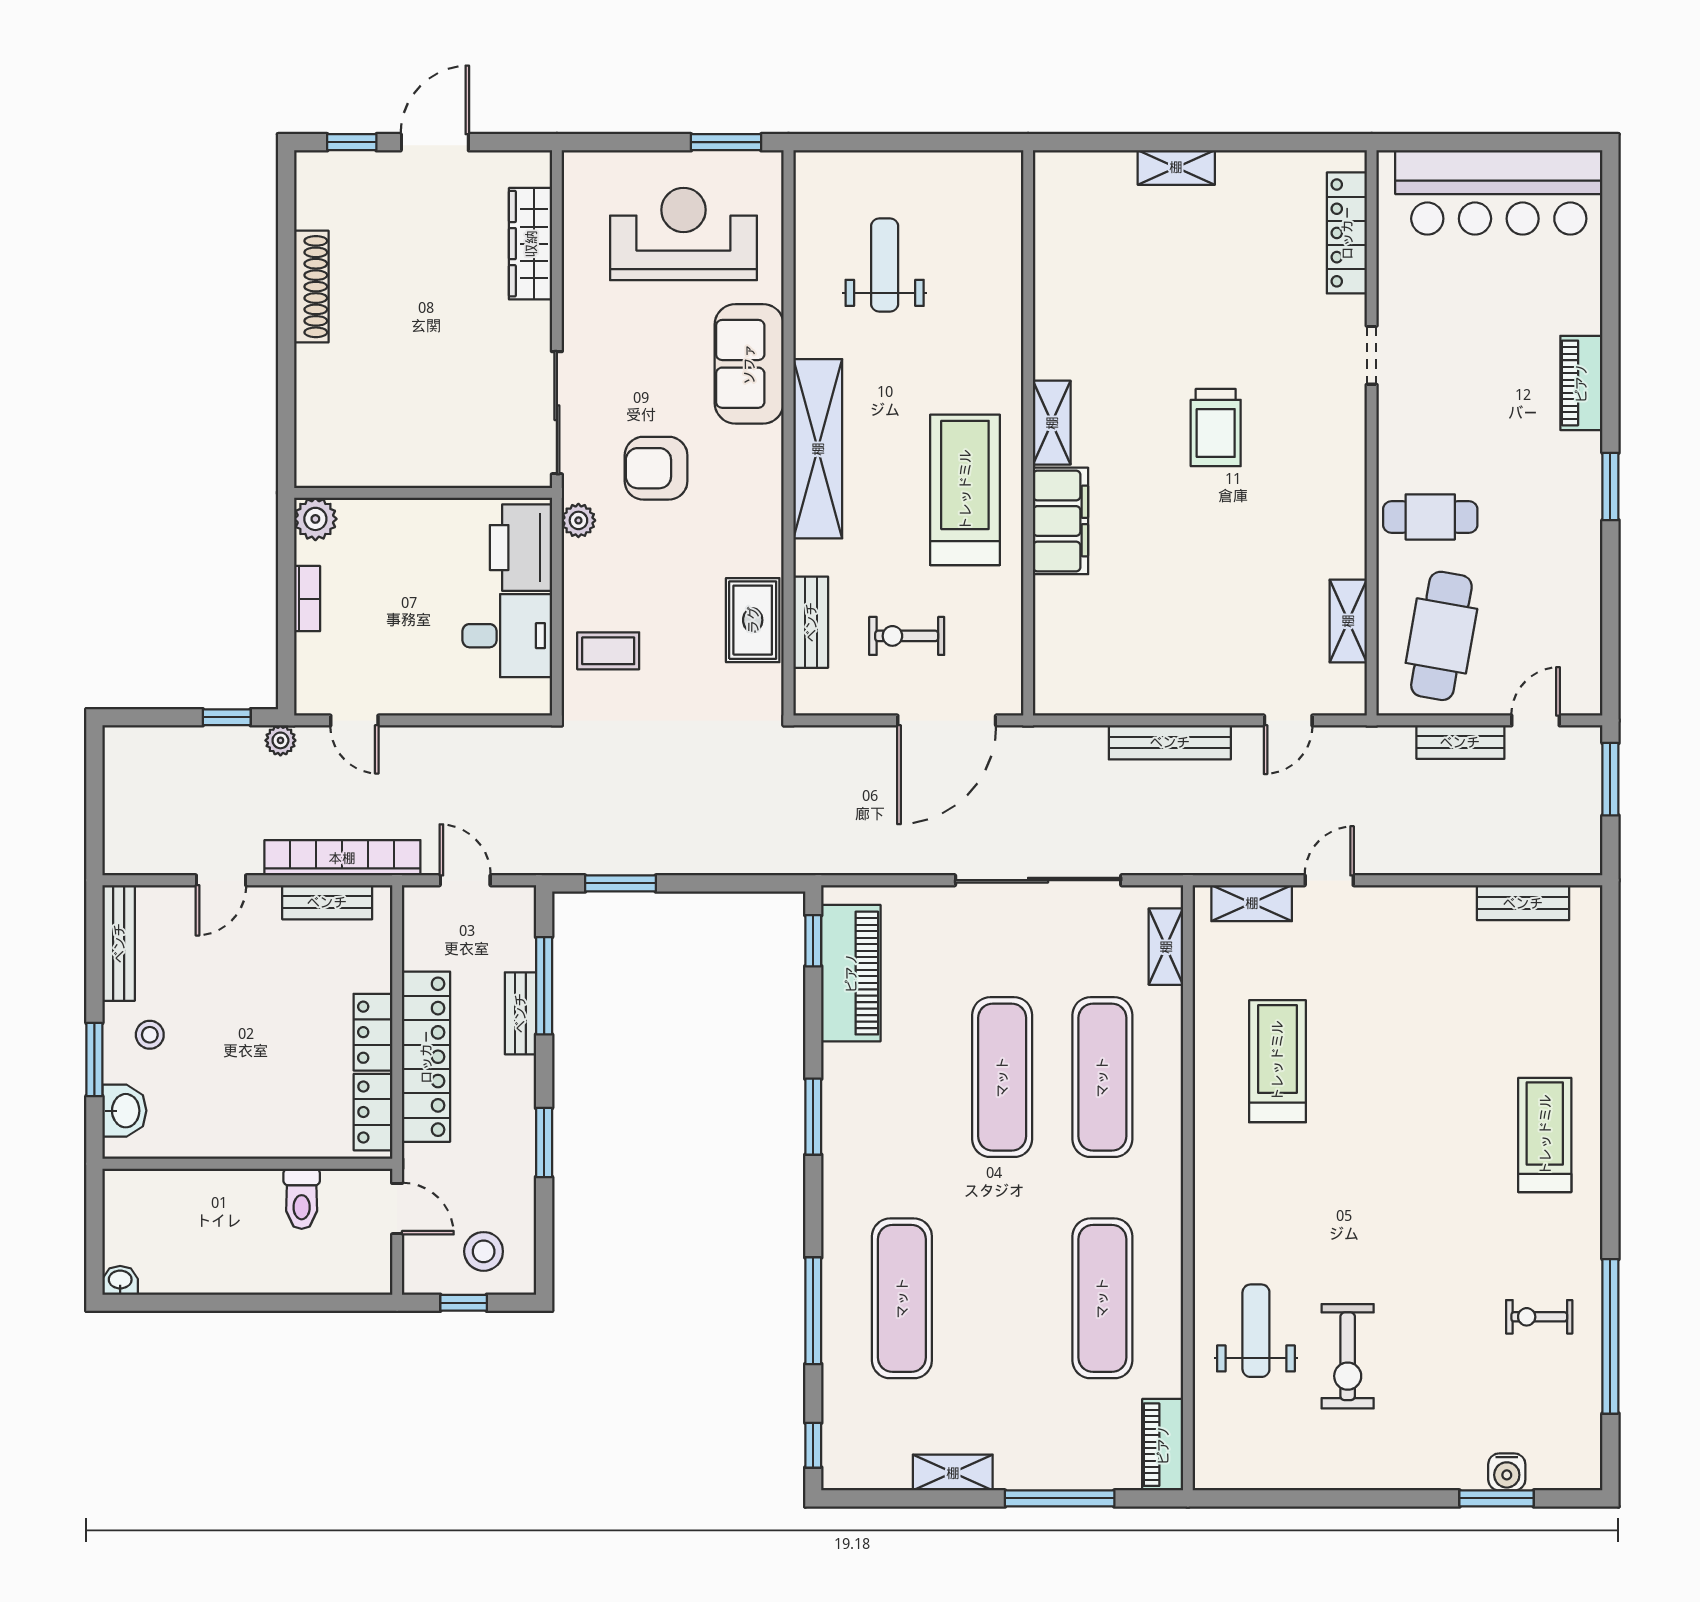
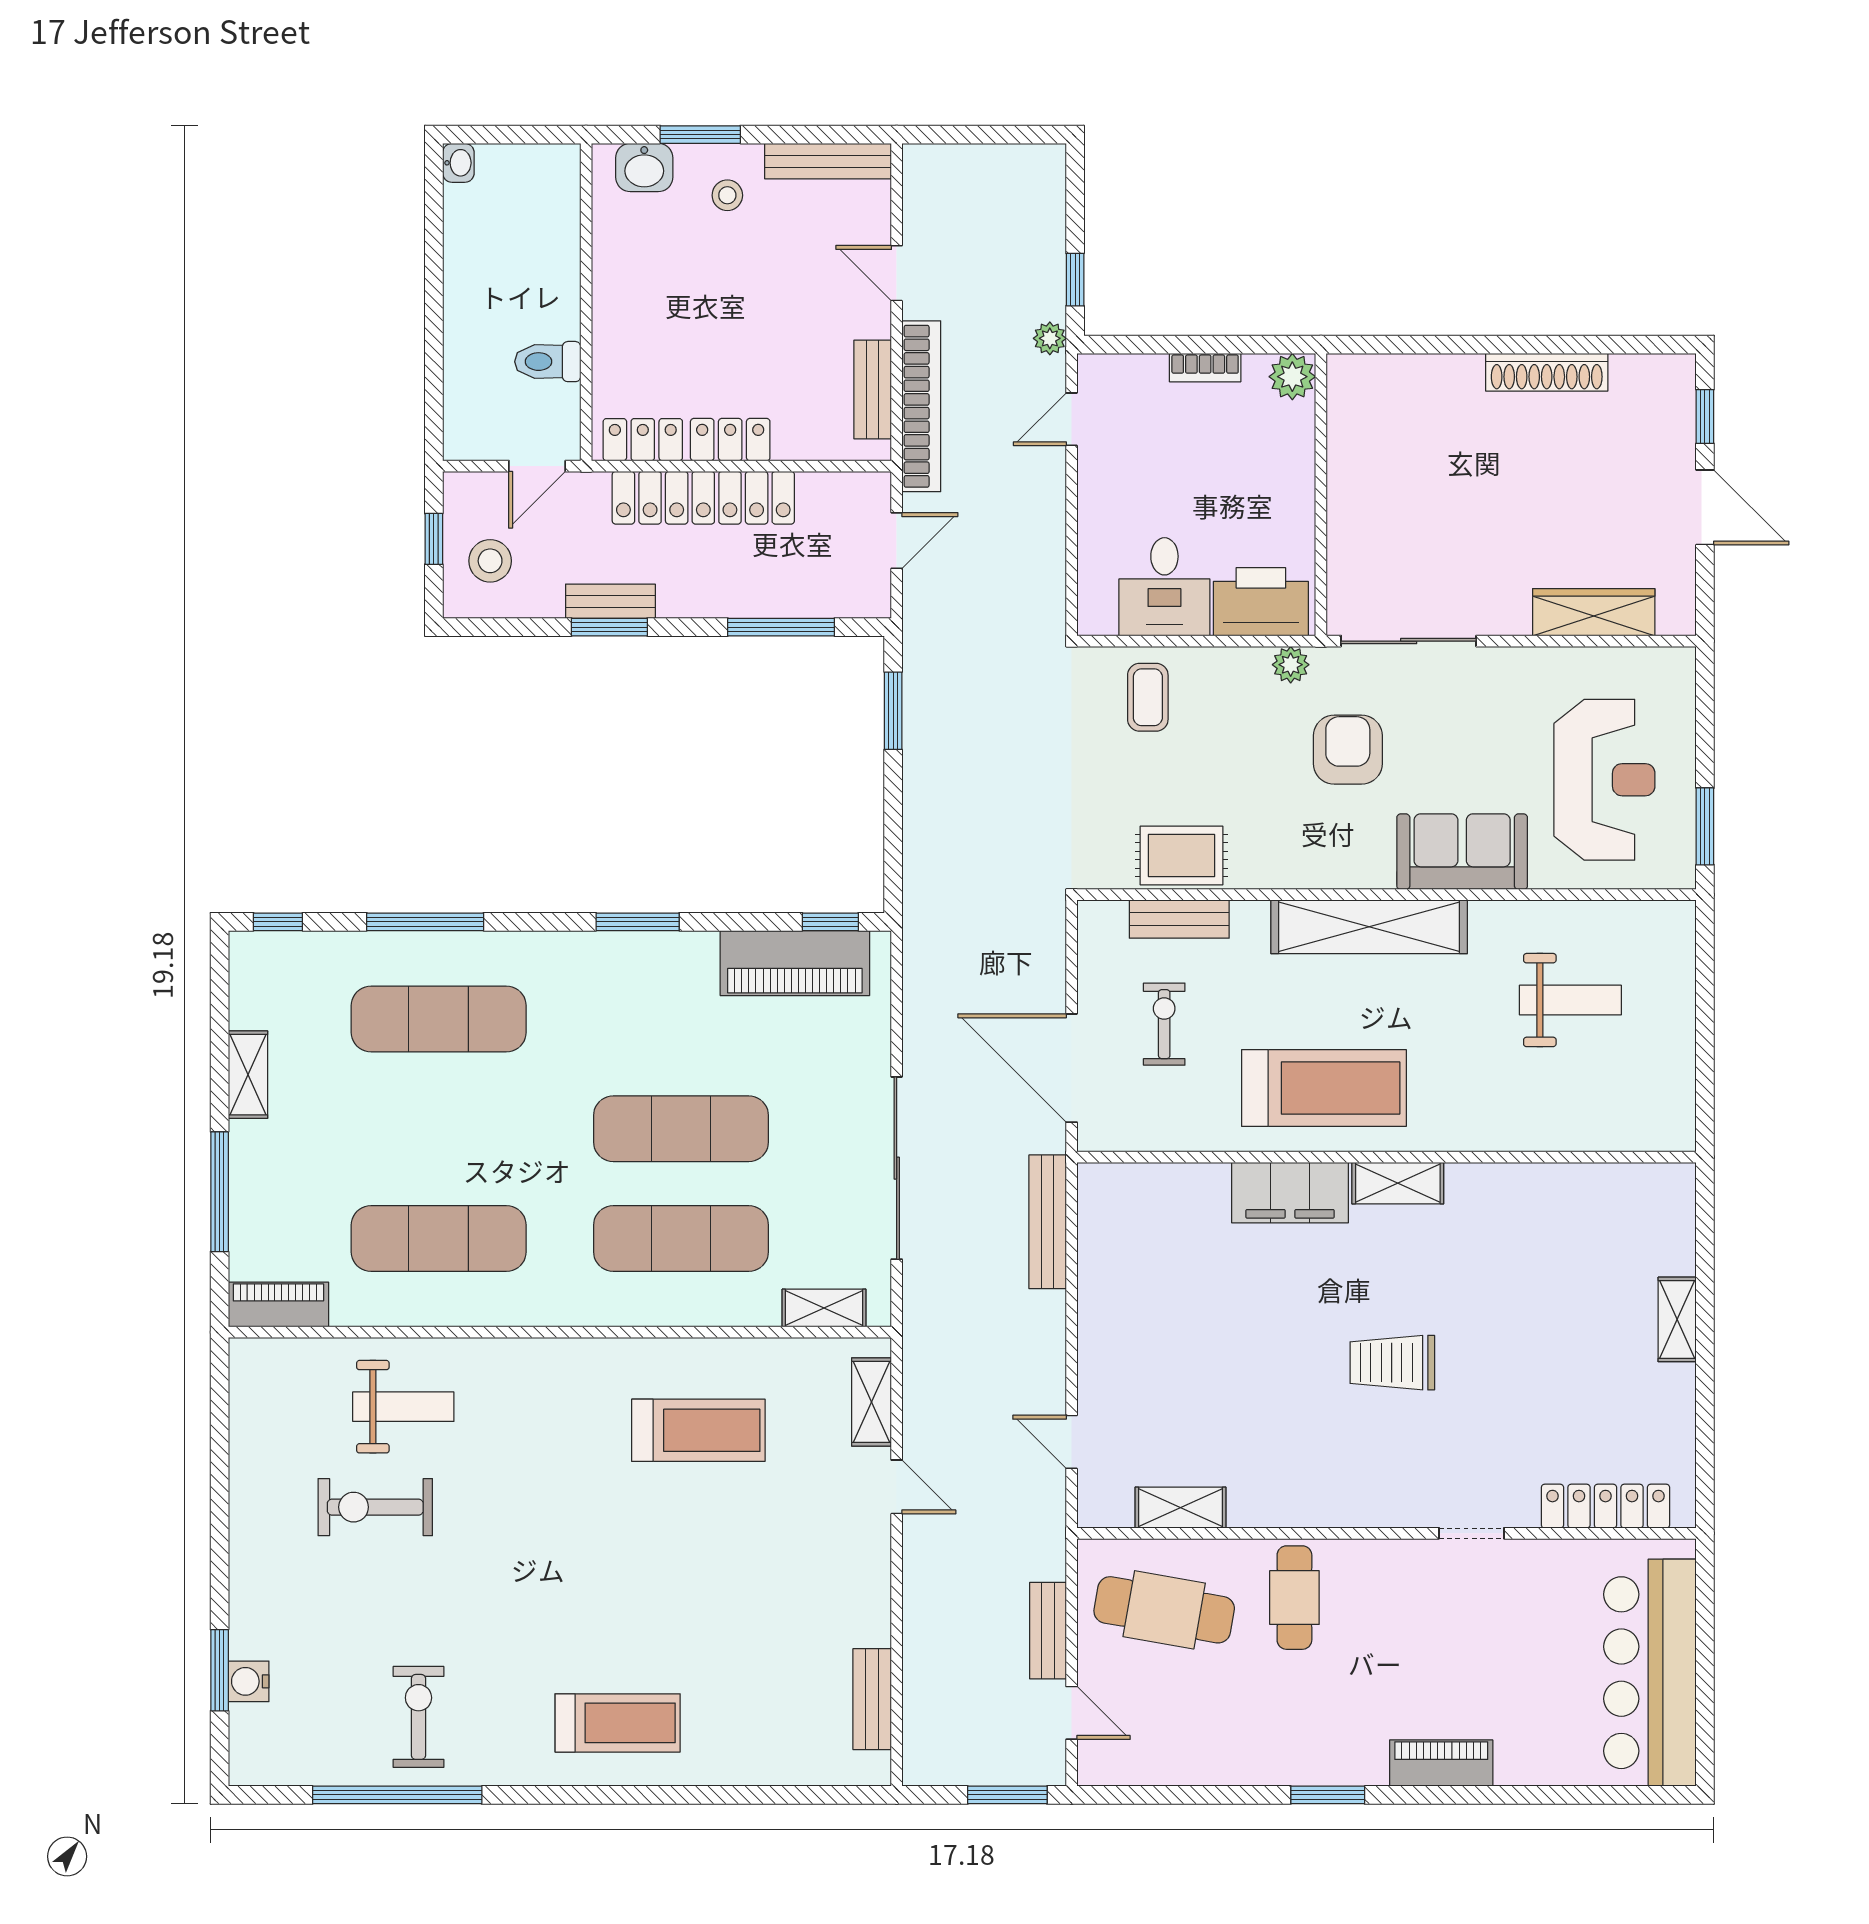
bench: (1170, 742) -> (1048, 1222), moved
bench: (520, 1013) -> (610, 601), moved
exercise bike: (1539, 1317) -> (418, 1717), width x1.38, depth x1.39

